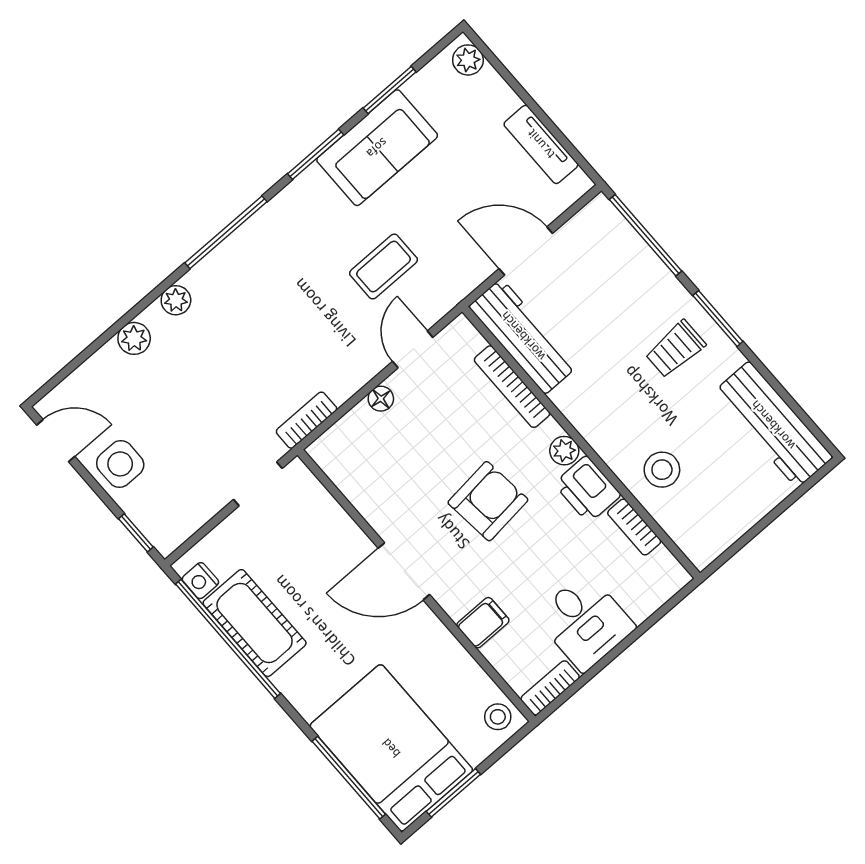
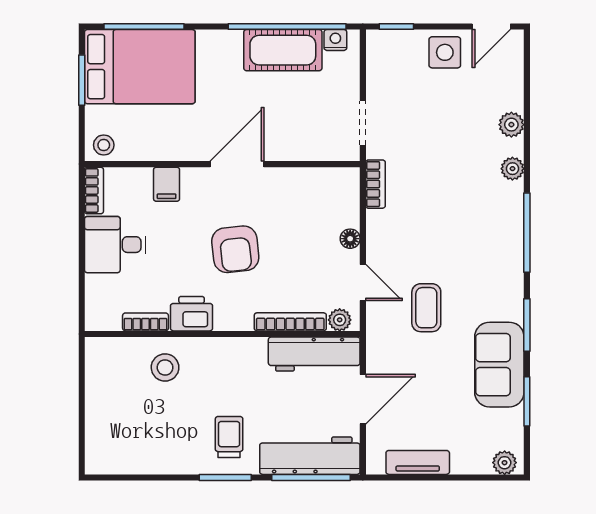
workbench: (773, 425) -> (310, 456), moved
plant: (564, 451) -> (340, 320), moved

